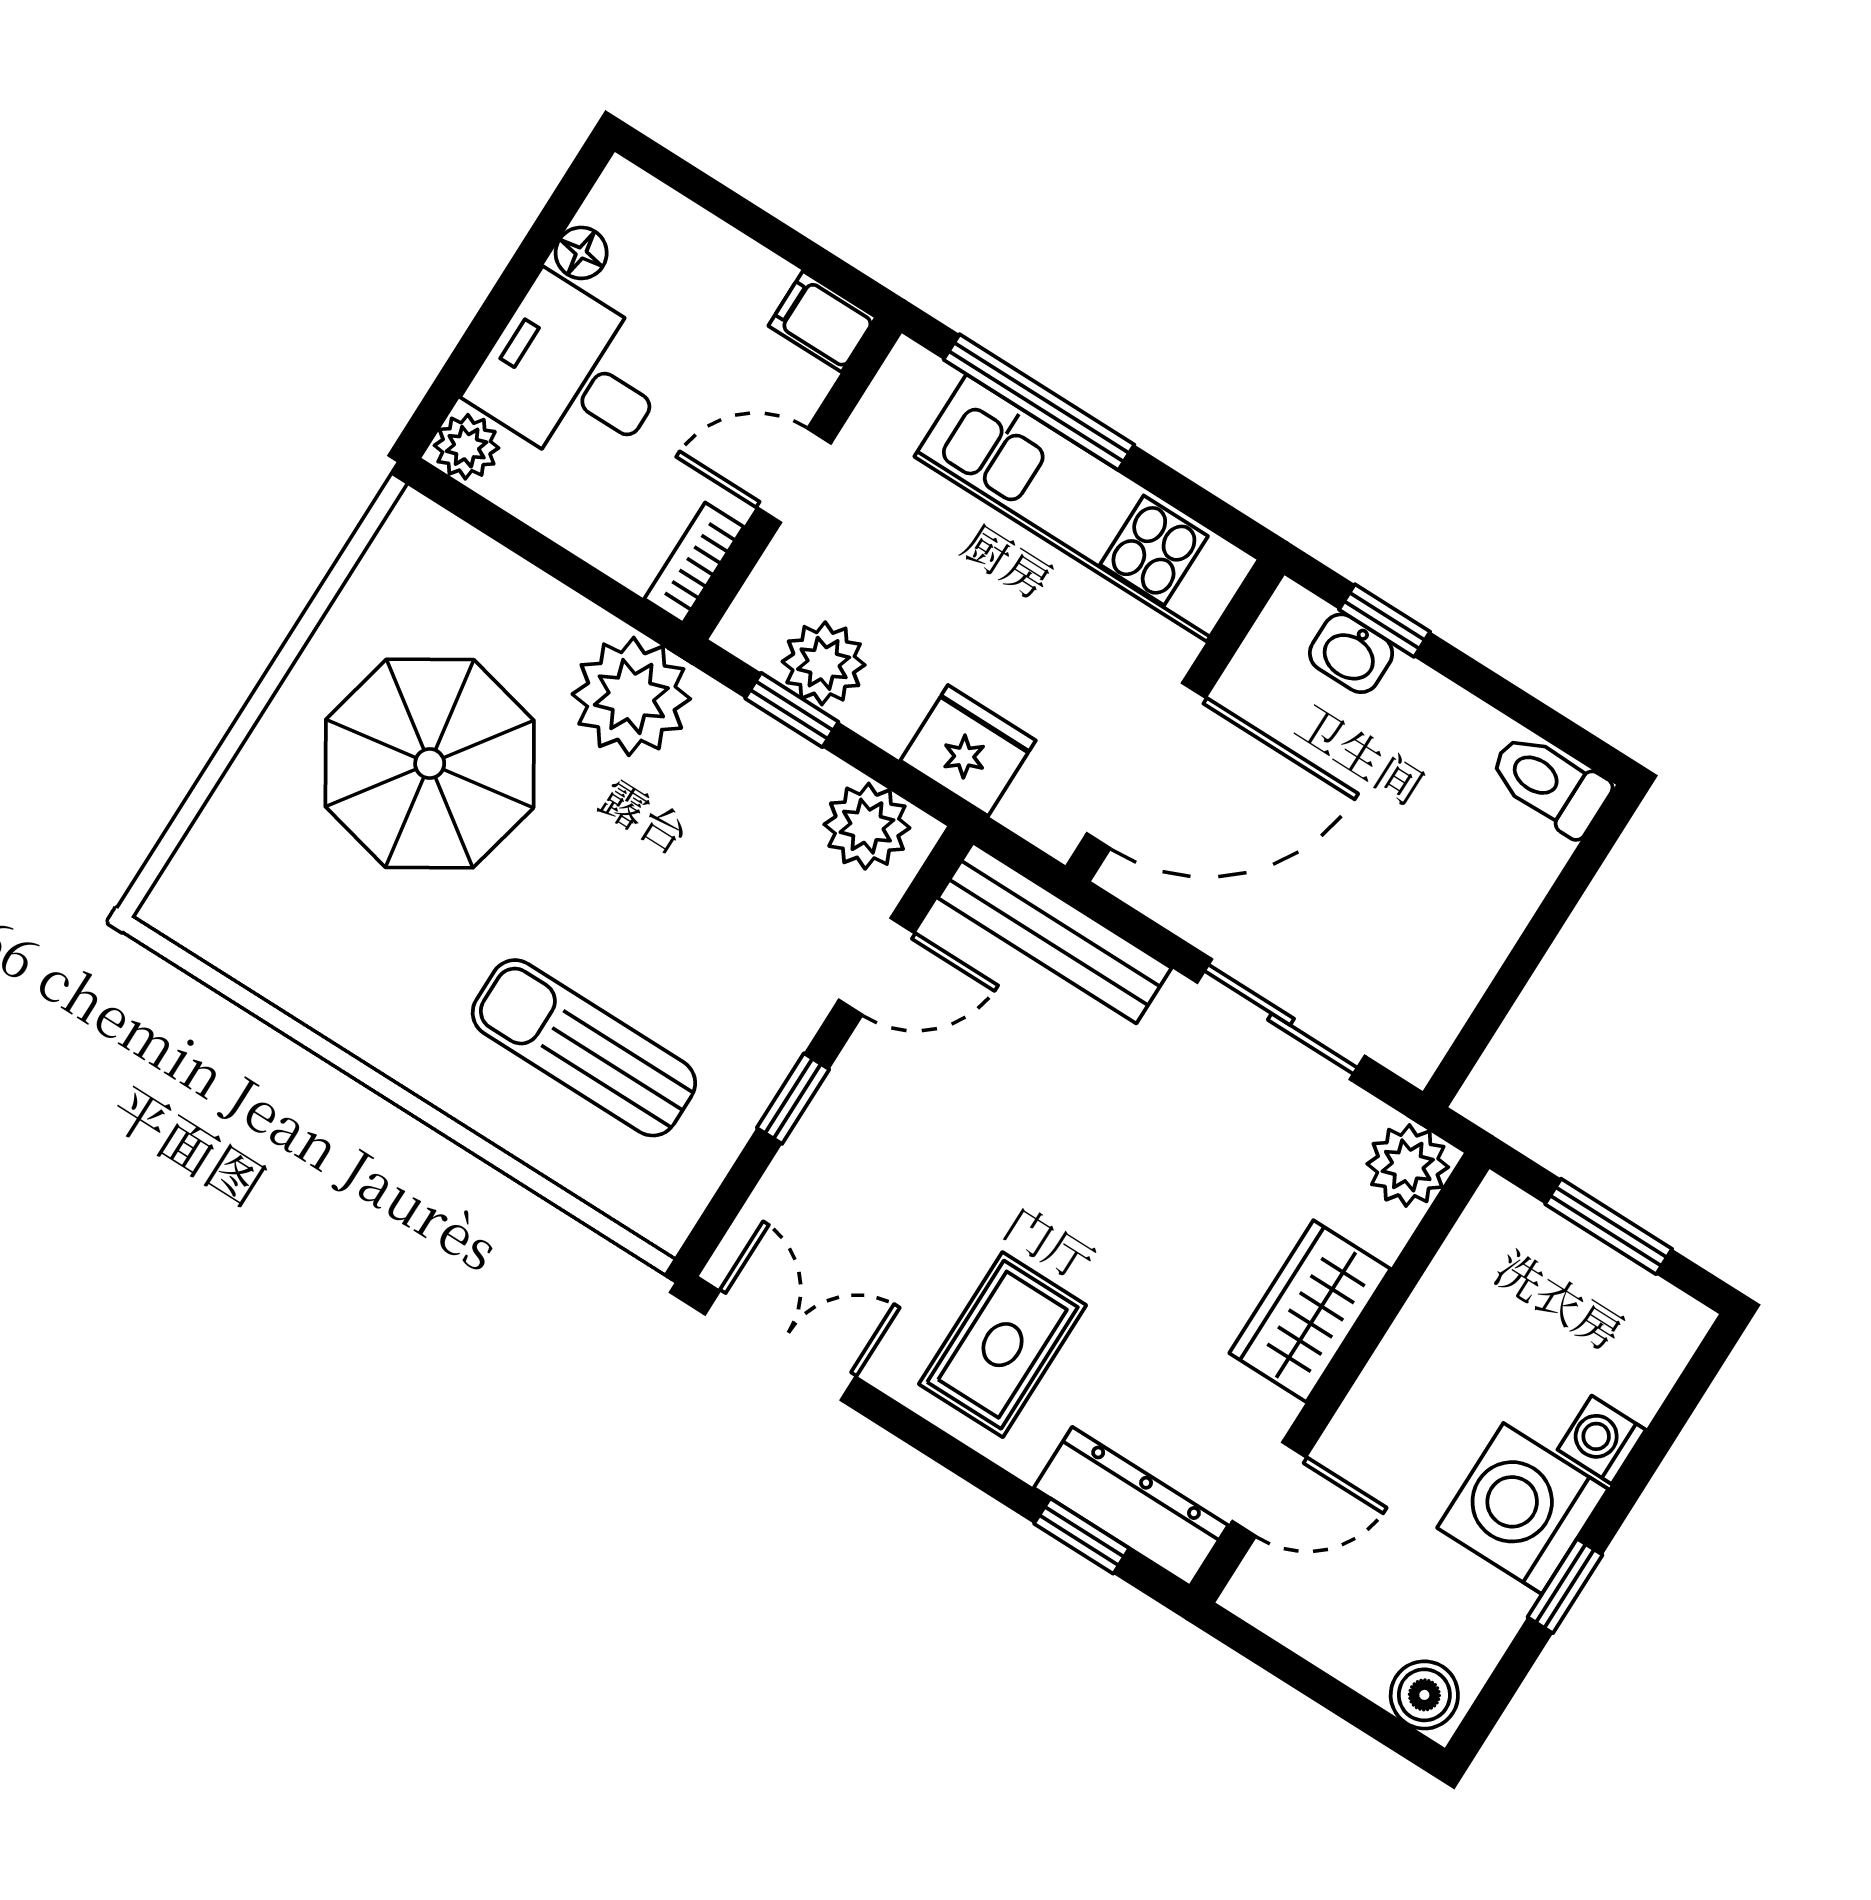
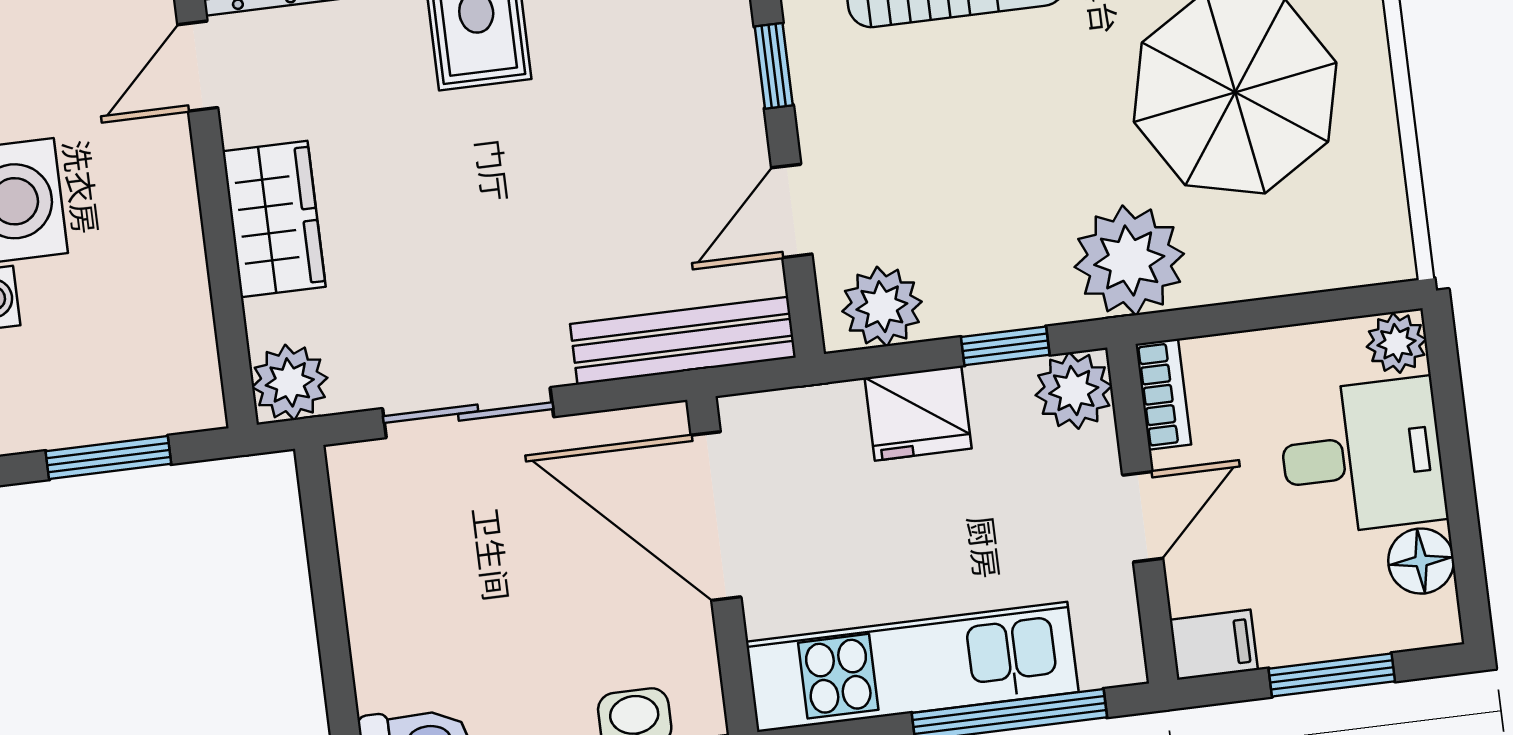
window: (745, 216) -> (1332, 675), added
floor lamp: (581, 253) -> (1421, 561), width x1.37, depth x1.37
plant: (824, 663) -> (1074, 391), moved
fridge: (968, 751) -> (918, 413), moved
door: (1146, 766) -> (716, 516), hinge flipped

